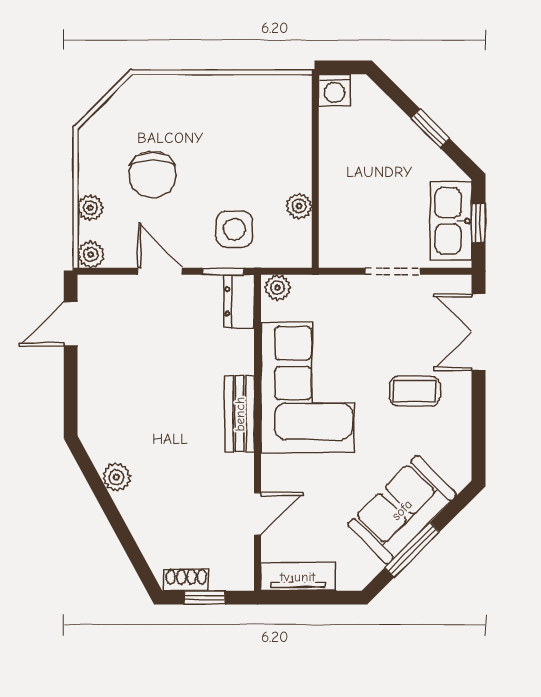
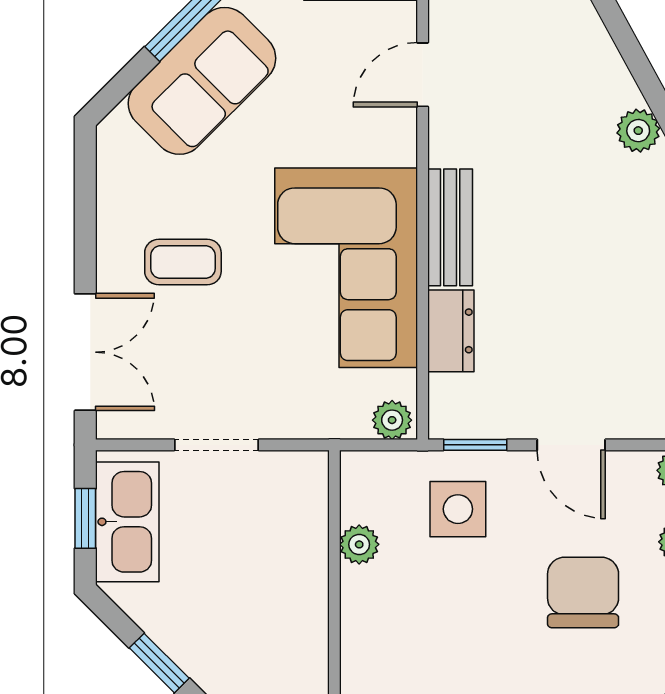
dresser: (239, 301) -> (451, 331), moved

